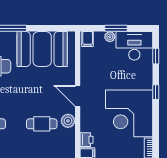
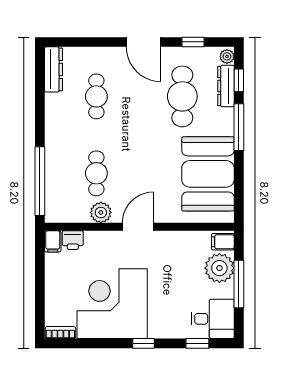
window: (116, 28) -> (239, 284), width x1.44
plant: (110, 37) -> (219, 268), width x1.87, depth x1.87
desk: (134, 46) -> (213, 319), width x0.73

